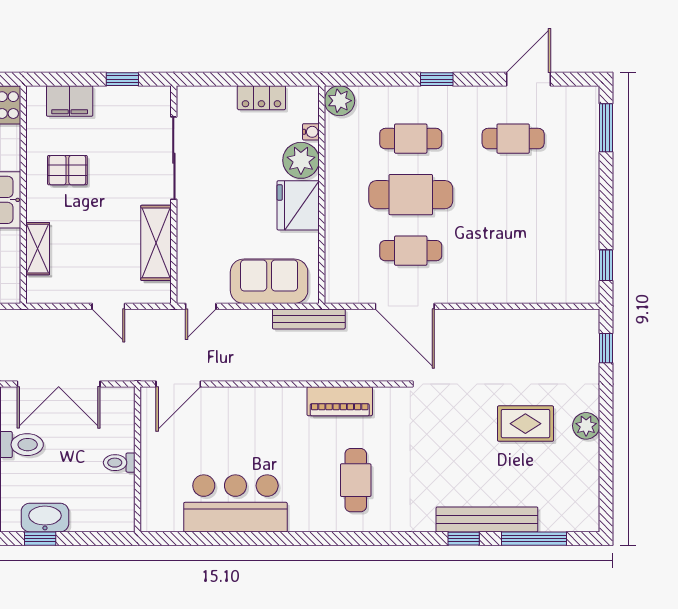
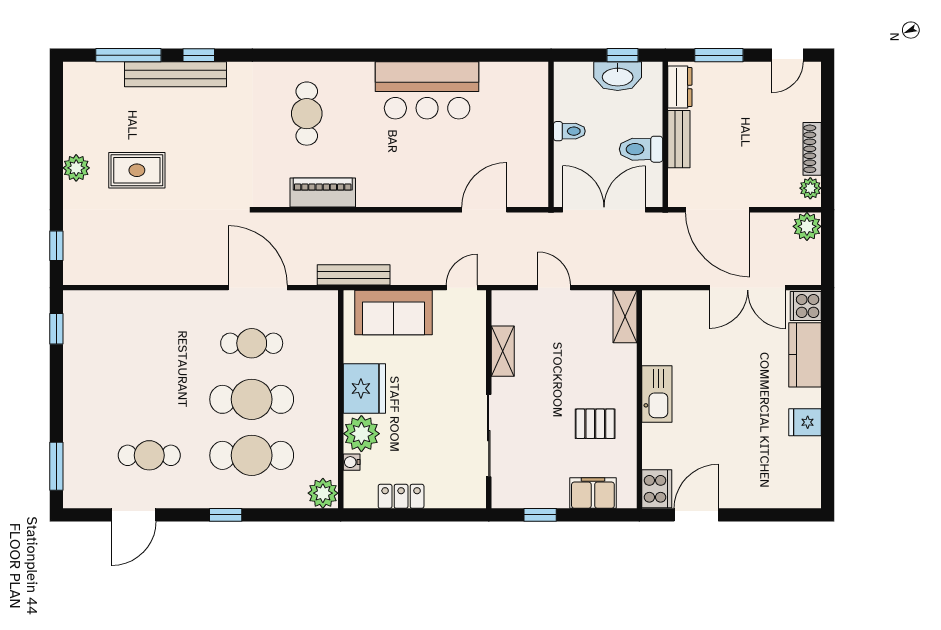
cafe table: (411, 139) -> (252, 455), width x1.37, depth x1.35
shelving: (156, 243) -> (503, 351), width x0.67, depth x0.75
shelving: (38, 249) -> (625, 317), moved
wall: (137, 459) -> (551, 134), moved
toilet: (119, 463) -> (569, 131), moved

